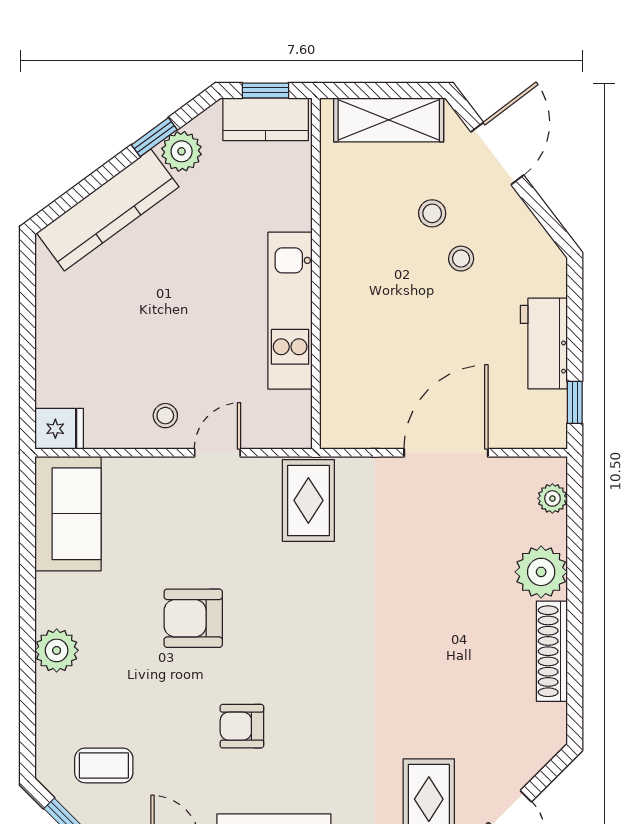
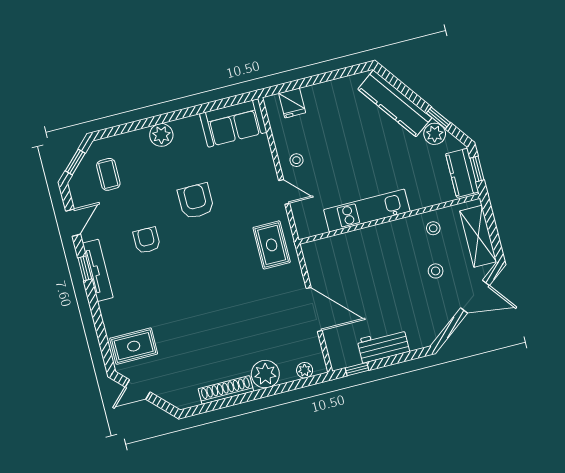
stool: (461, 259) -> (433, 228), moved
fridge: (59, 429) -> (292, 103), moved
rug: (308, 500) -> (272, 245), turned 90

